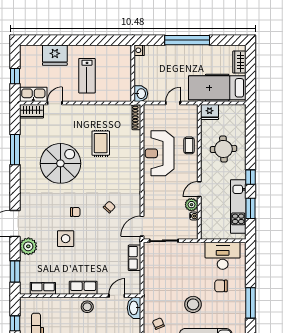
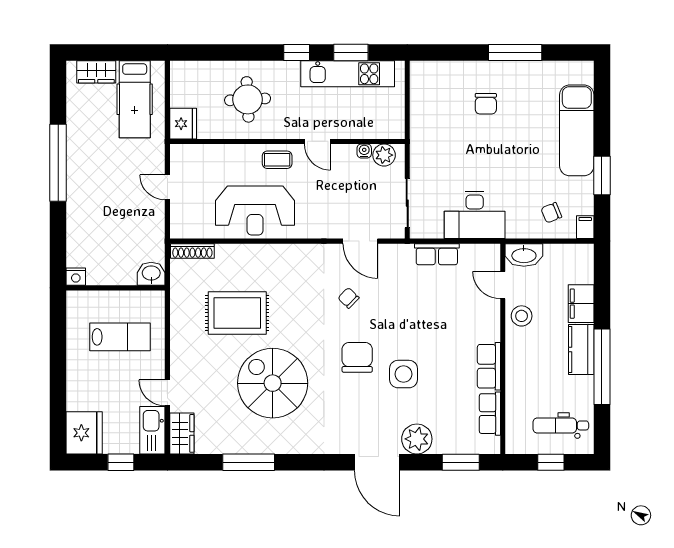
nightstand: (139, 50) -> (76, 277), moved
fridge: (55, 55) -> (84, 433), moved
wall: (133, 73) -> (116, 288), moved
hospital bed: (217, 88) -> (135, 99), width x0.73, depth x0.78
washbasin: (141, 94) -> (151, 274), moved
rug: (101, 143) -> (237, 313), width x1.36, depth x1.43
coffee table: (189, 145) -> (277, 160), moved
plant: (191, 205) -> (384, 155), moved
chair: (75, 212) -> (357, 357), width x1.87, depth x1.87
door: (142, 226) -> (360, 241), moved
desk: (223, 256) -> (475, 215), moved, turned -90
row of seats: (83, 288) -> (489, 366), moved
stool: (193, 304) -> (518, 152), removed
stool: (87, 307) -> (522, 316), moved

